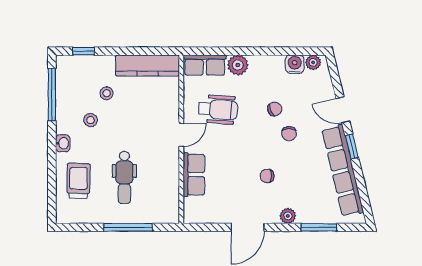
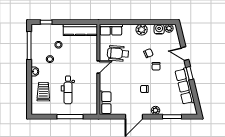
plant: (238, 65) -> (142, 30), moved
wheelchair: (218, 109) -> (118, 53), turned 180
row of seats: (343, 171) -> (185, 86), width x0.73
row of seats: (194, 175) -> (105, 103), moved

